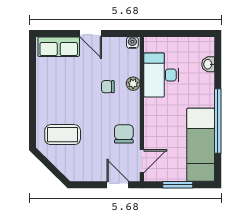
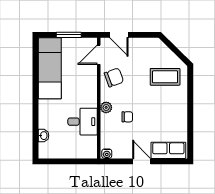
desk: (161, 75) -> (83, 122), width x0.73
plant: (133, 84) -> (106, 107), moved
window: (218, 121) -> (36, 88), removed
chair: (124, 134) -> (114, 77), turned -110

